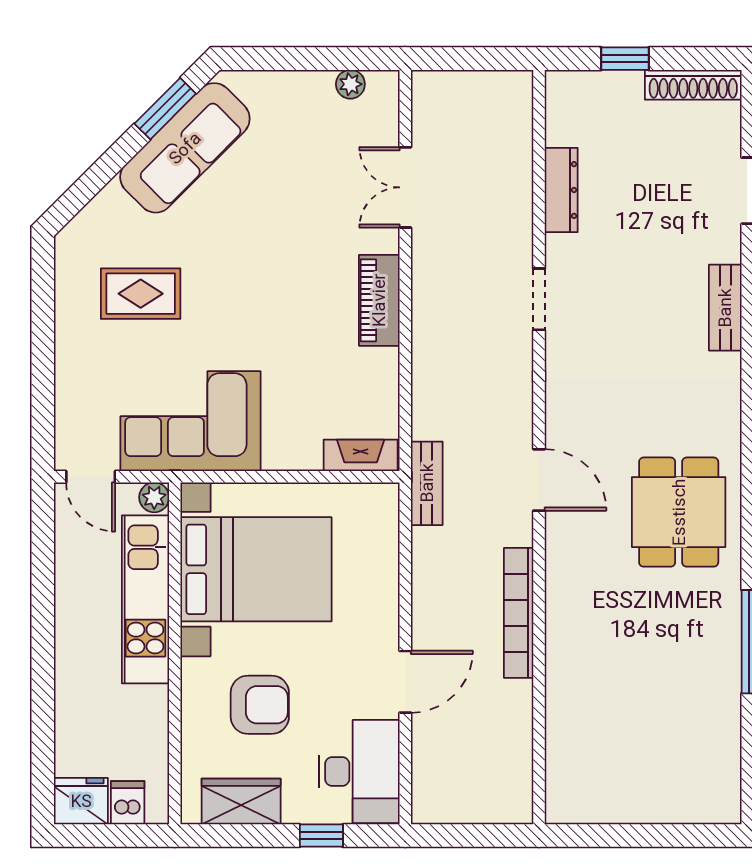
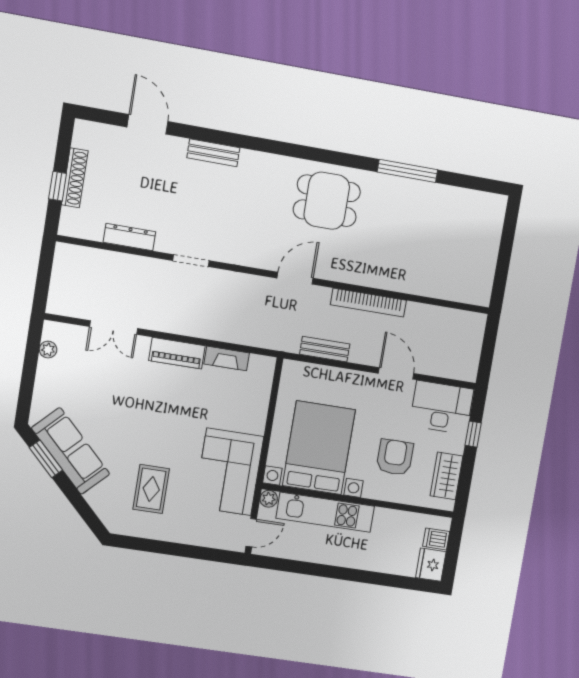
shoe rack: (693, 85) -> (75, 178), moved
fireplace: (361, 455) -> (227, 358), moved, turned -90
bench: (427, 483) -> (325, 349), moved

